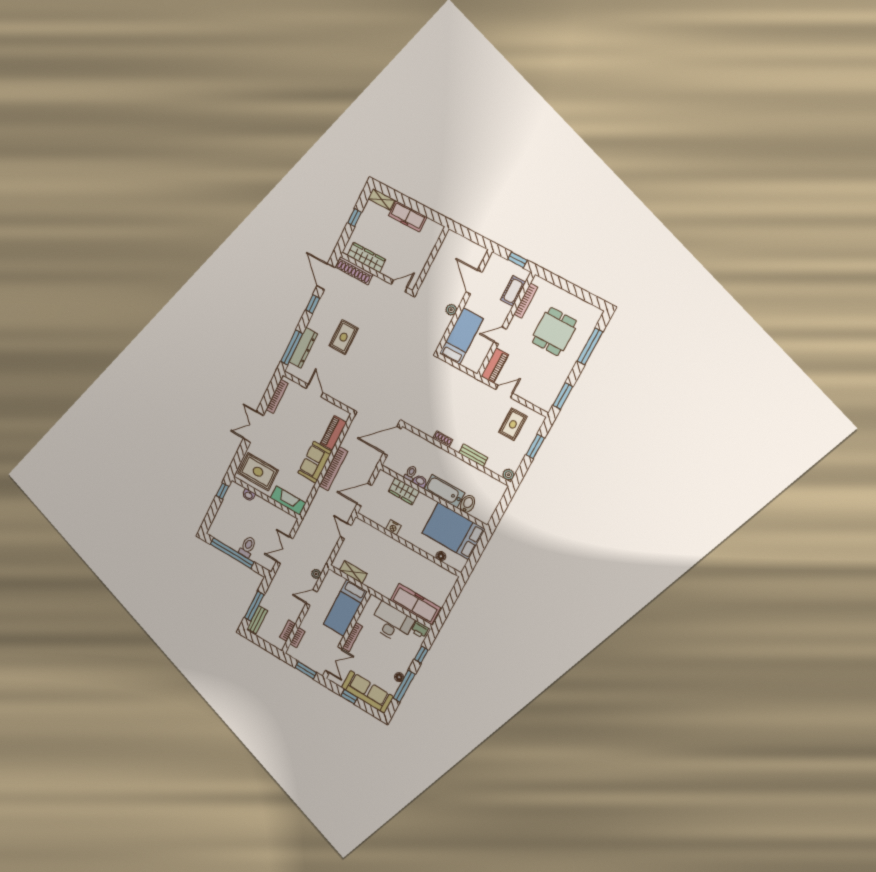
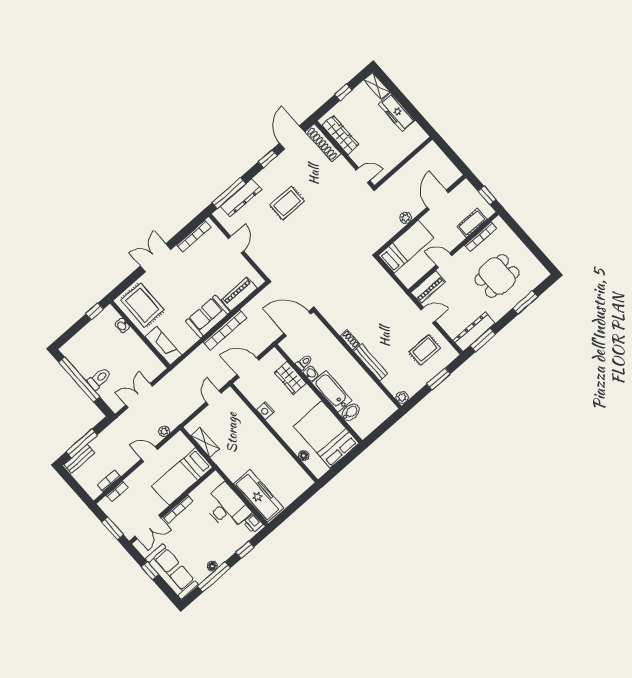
window: (590, 347) -> (525, 302), width x0.69
dresser: (552, 391) -> (474, 332), added
bench: (473, 455) -> (371, 362), width x1.36

